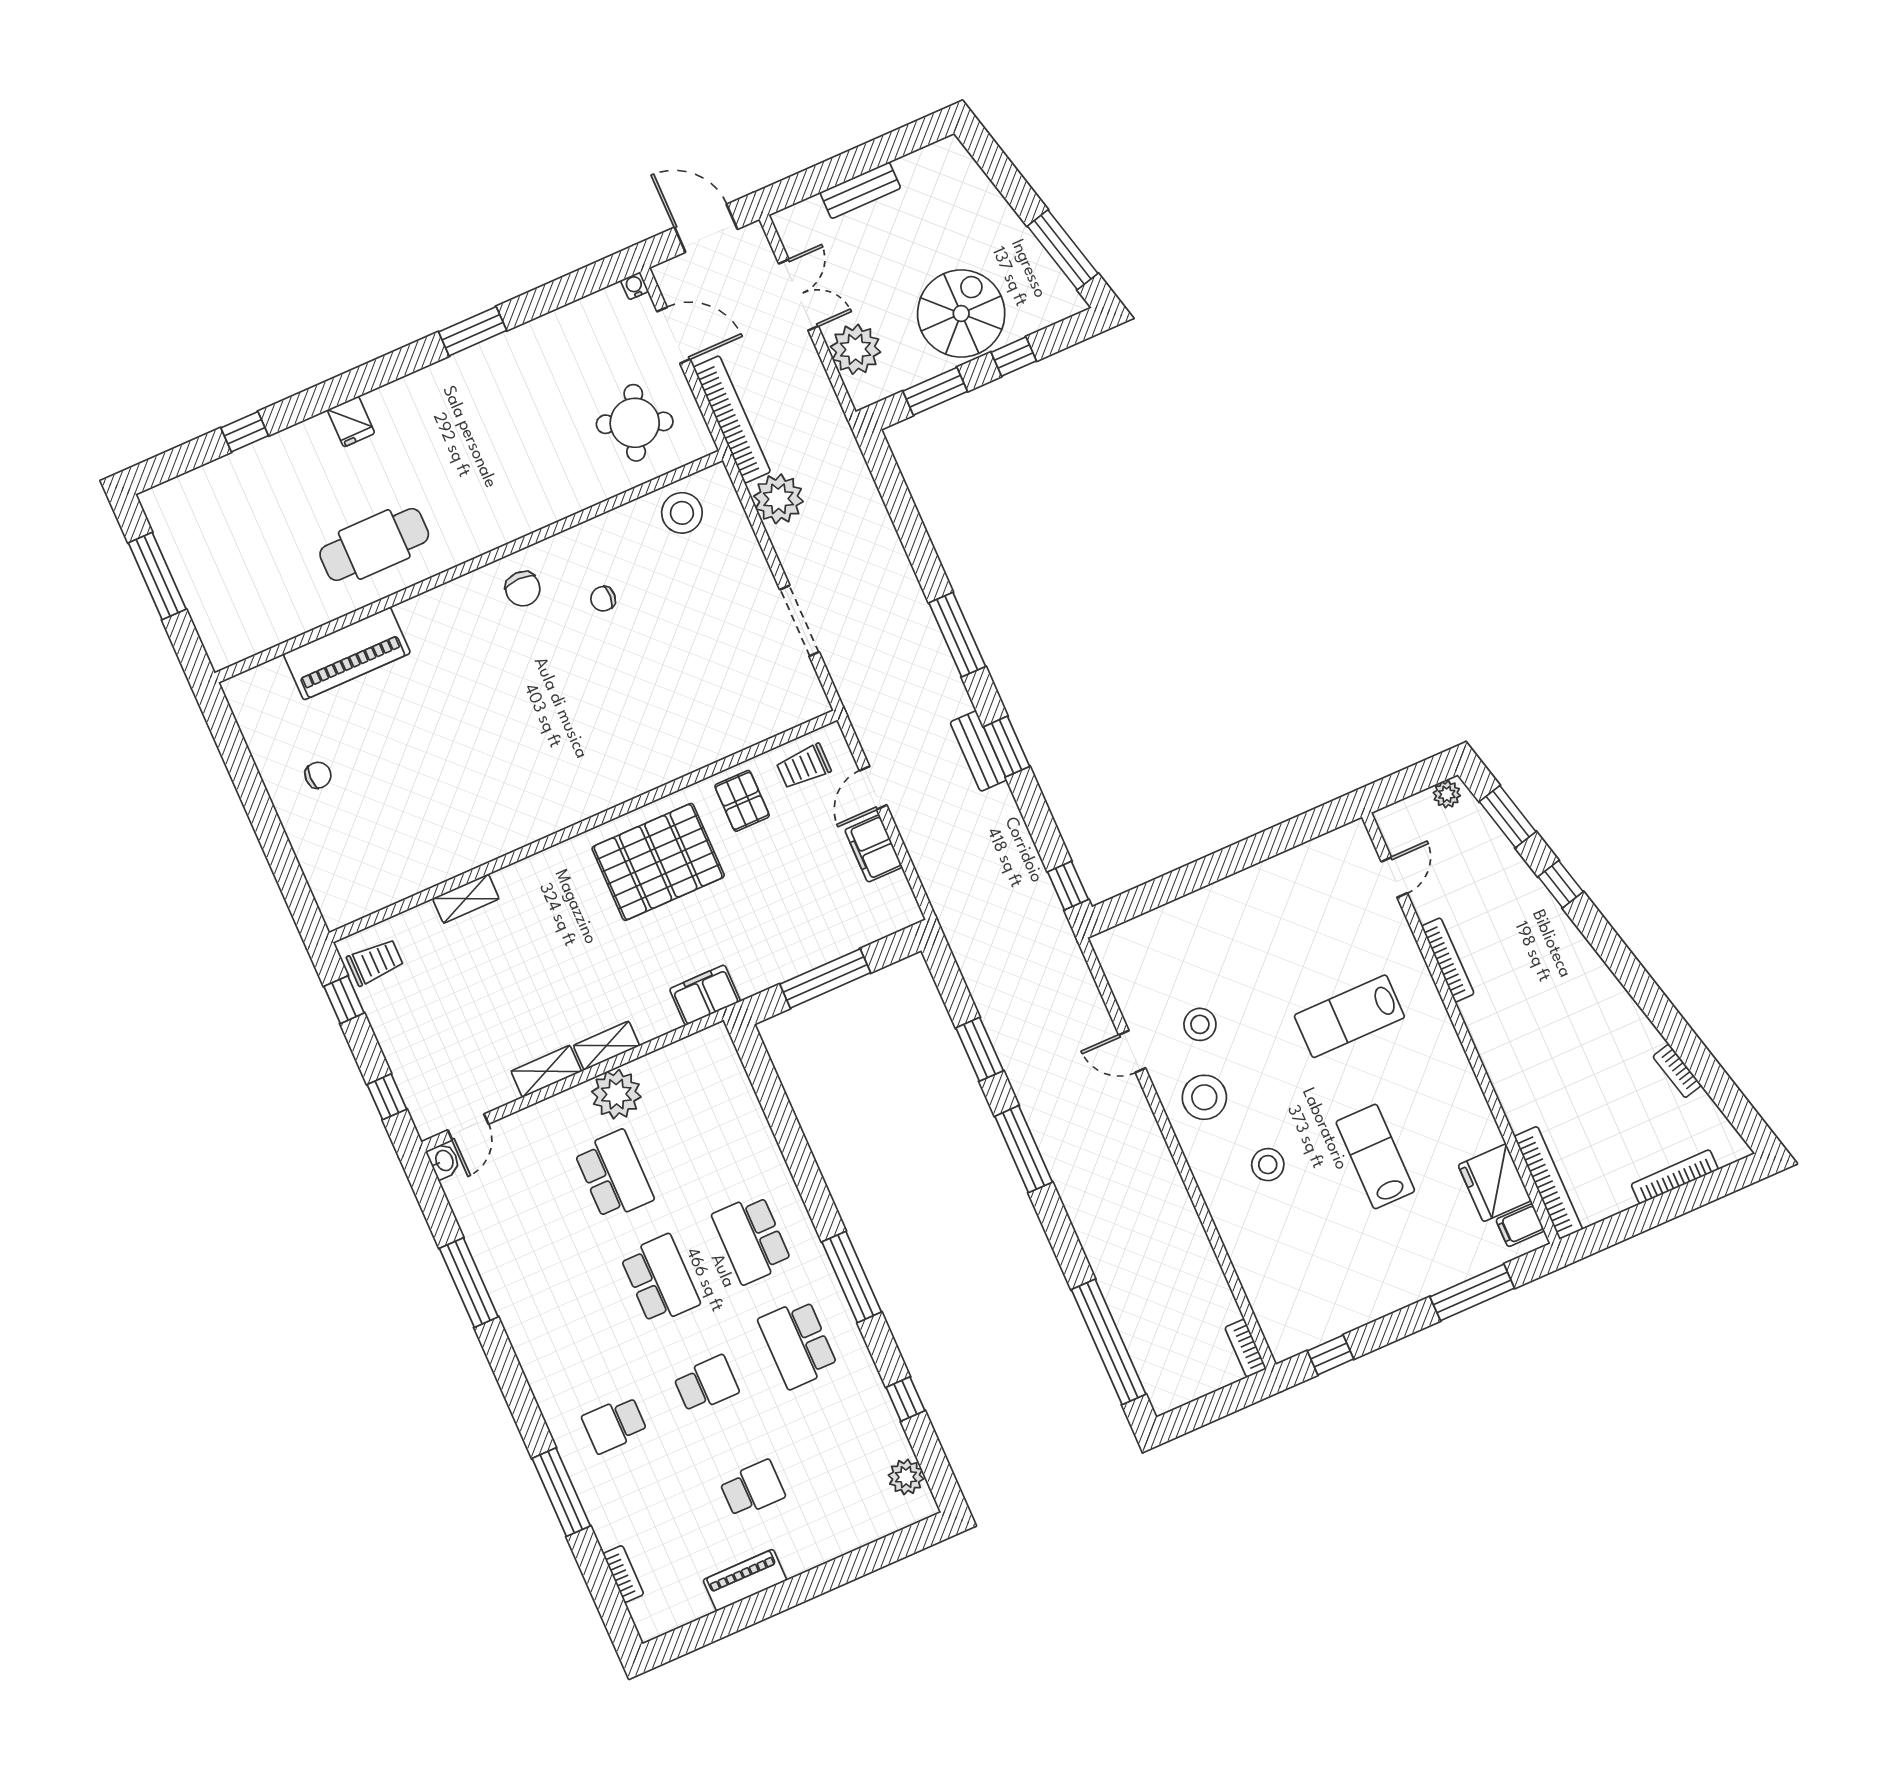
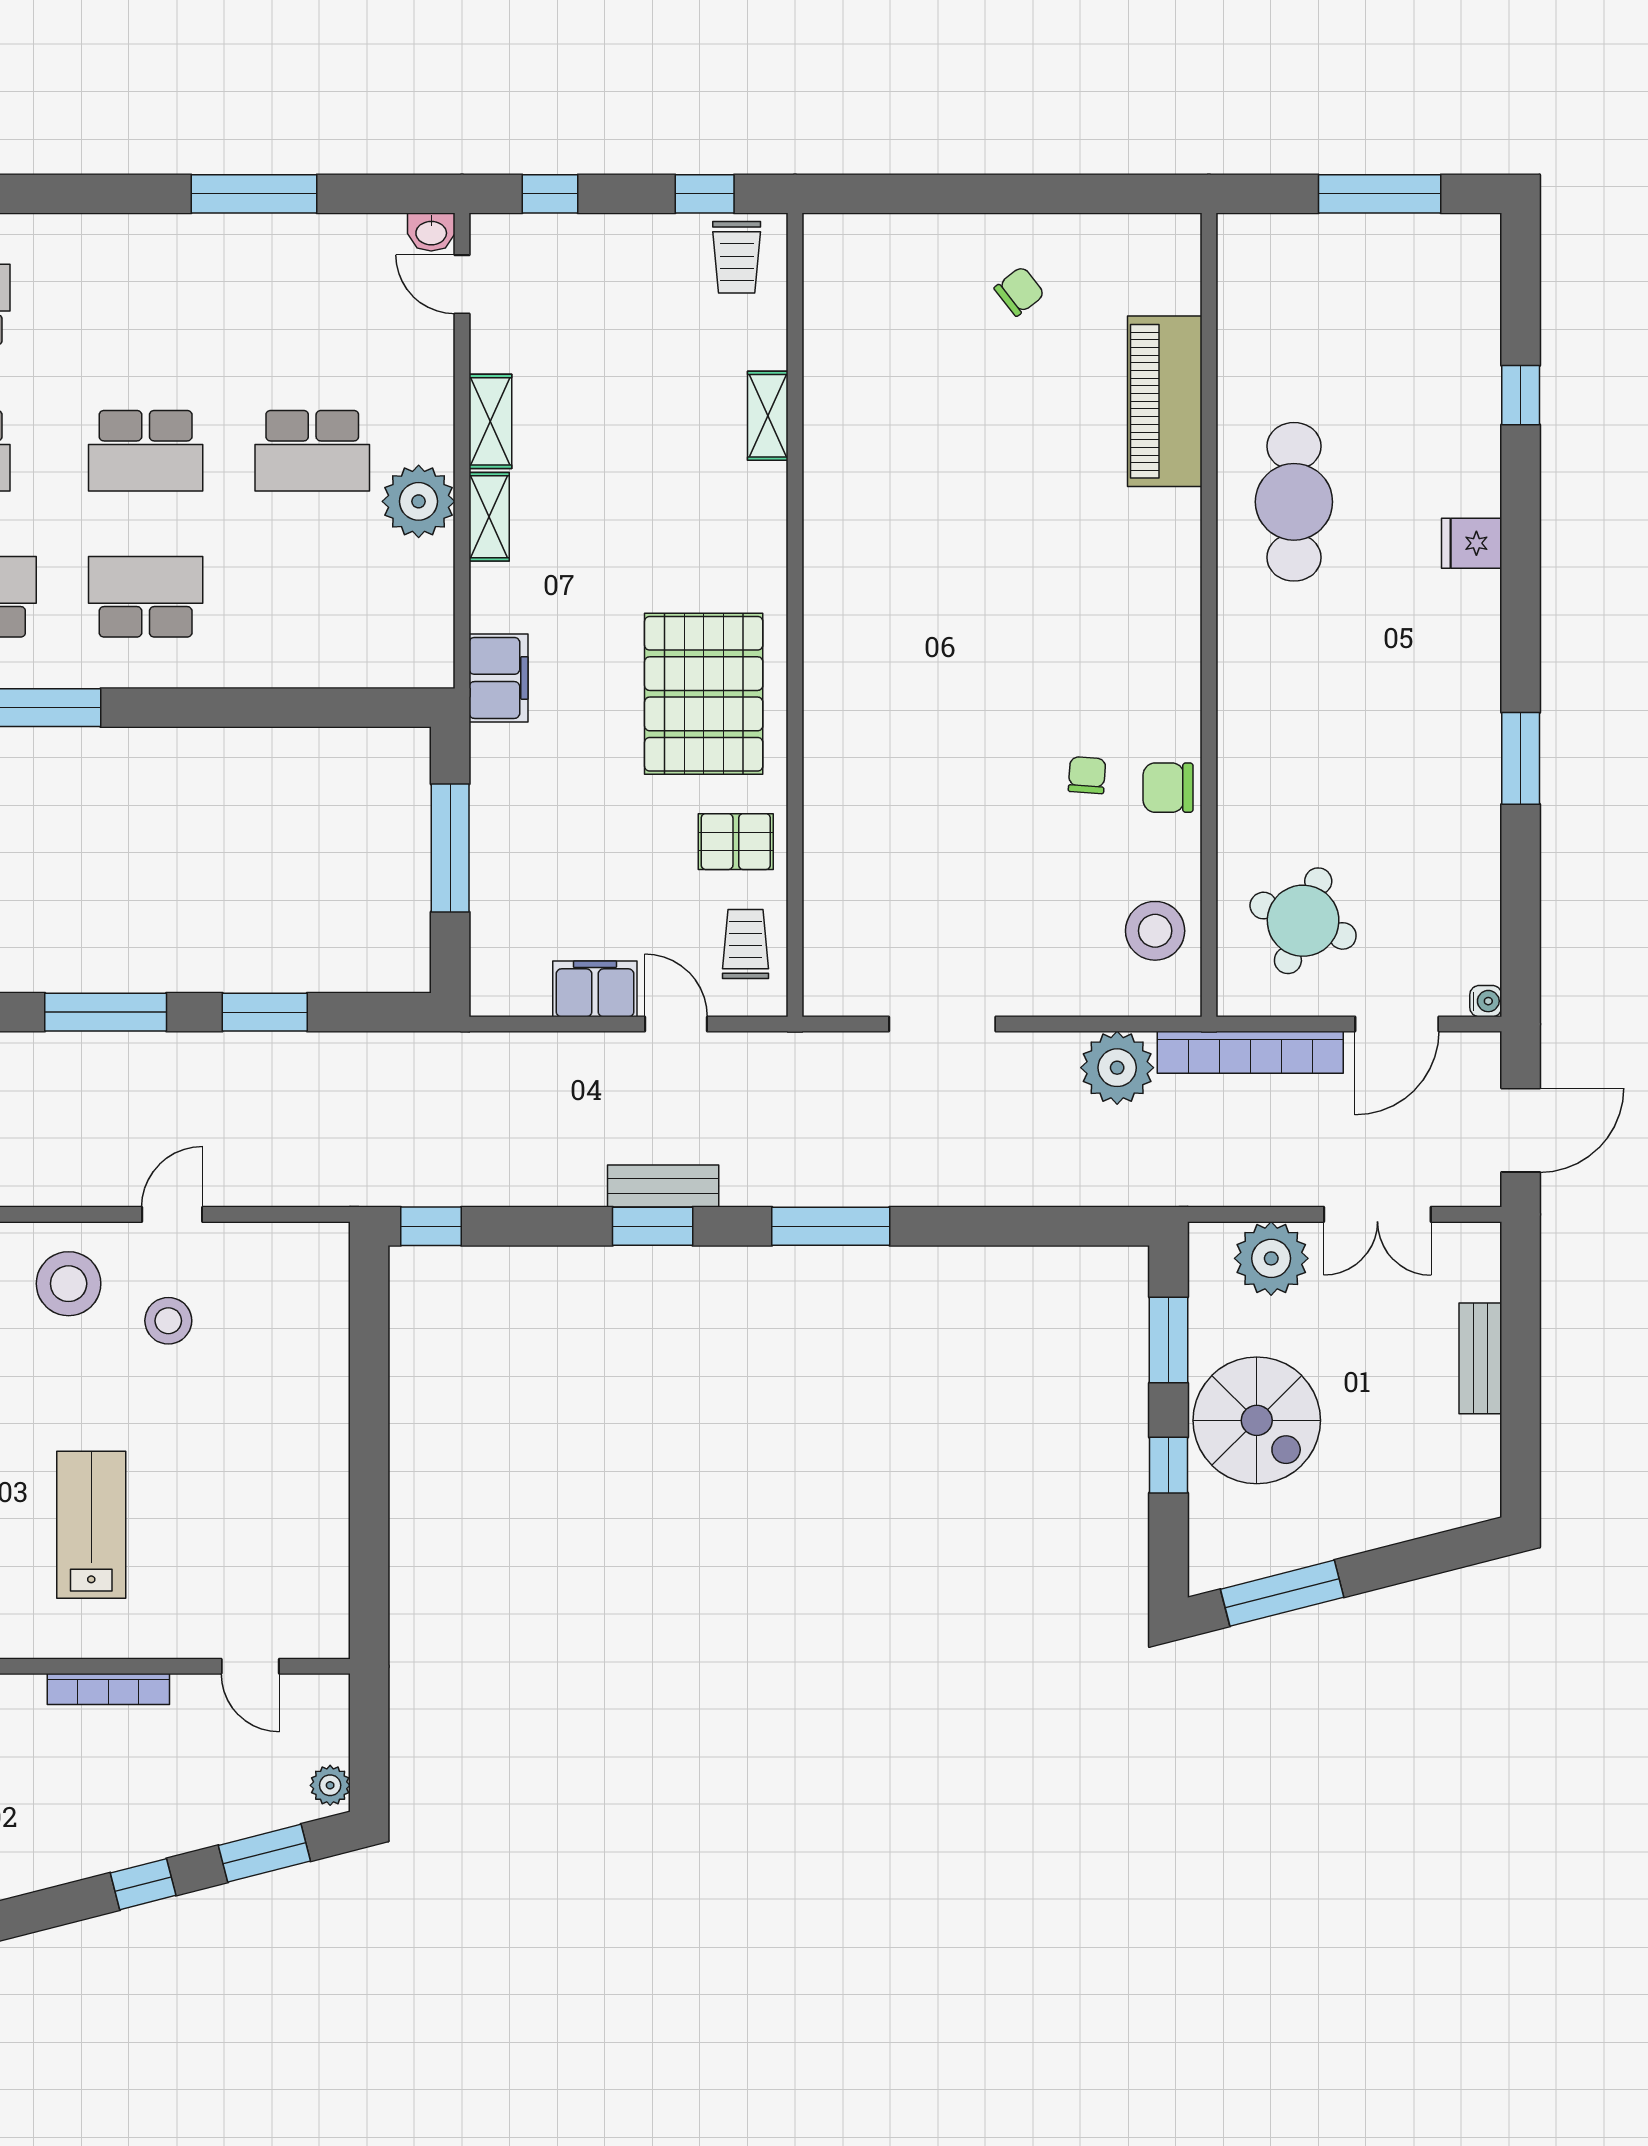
chair: (523, 589) -> (1168, 788), moved
chair: (318, 775) -> (1019, 291), turned -128

